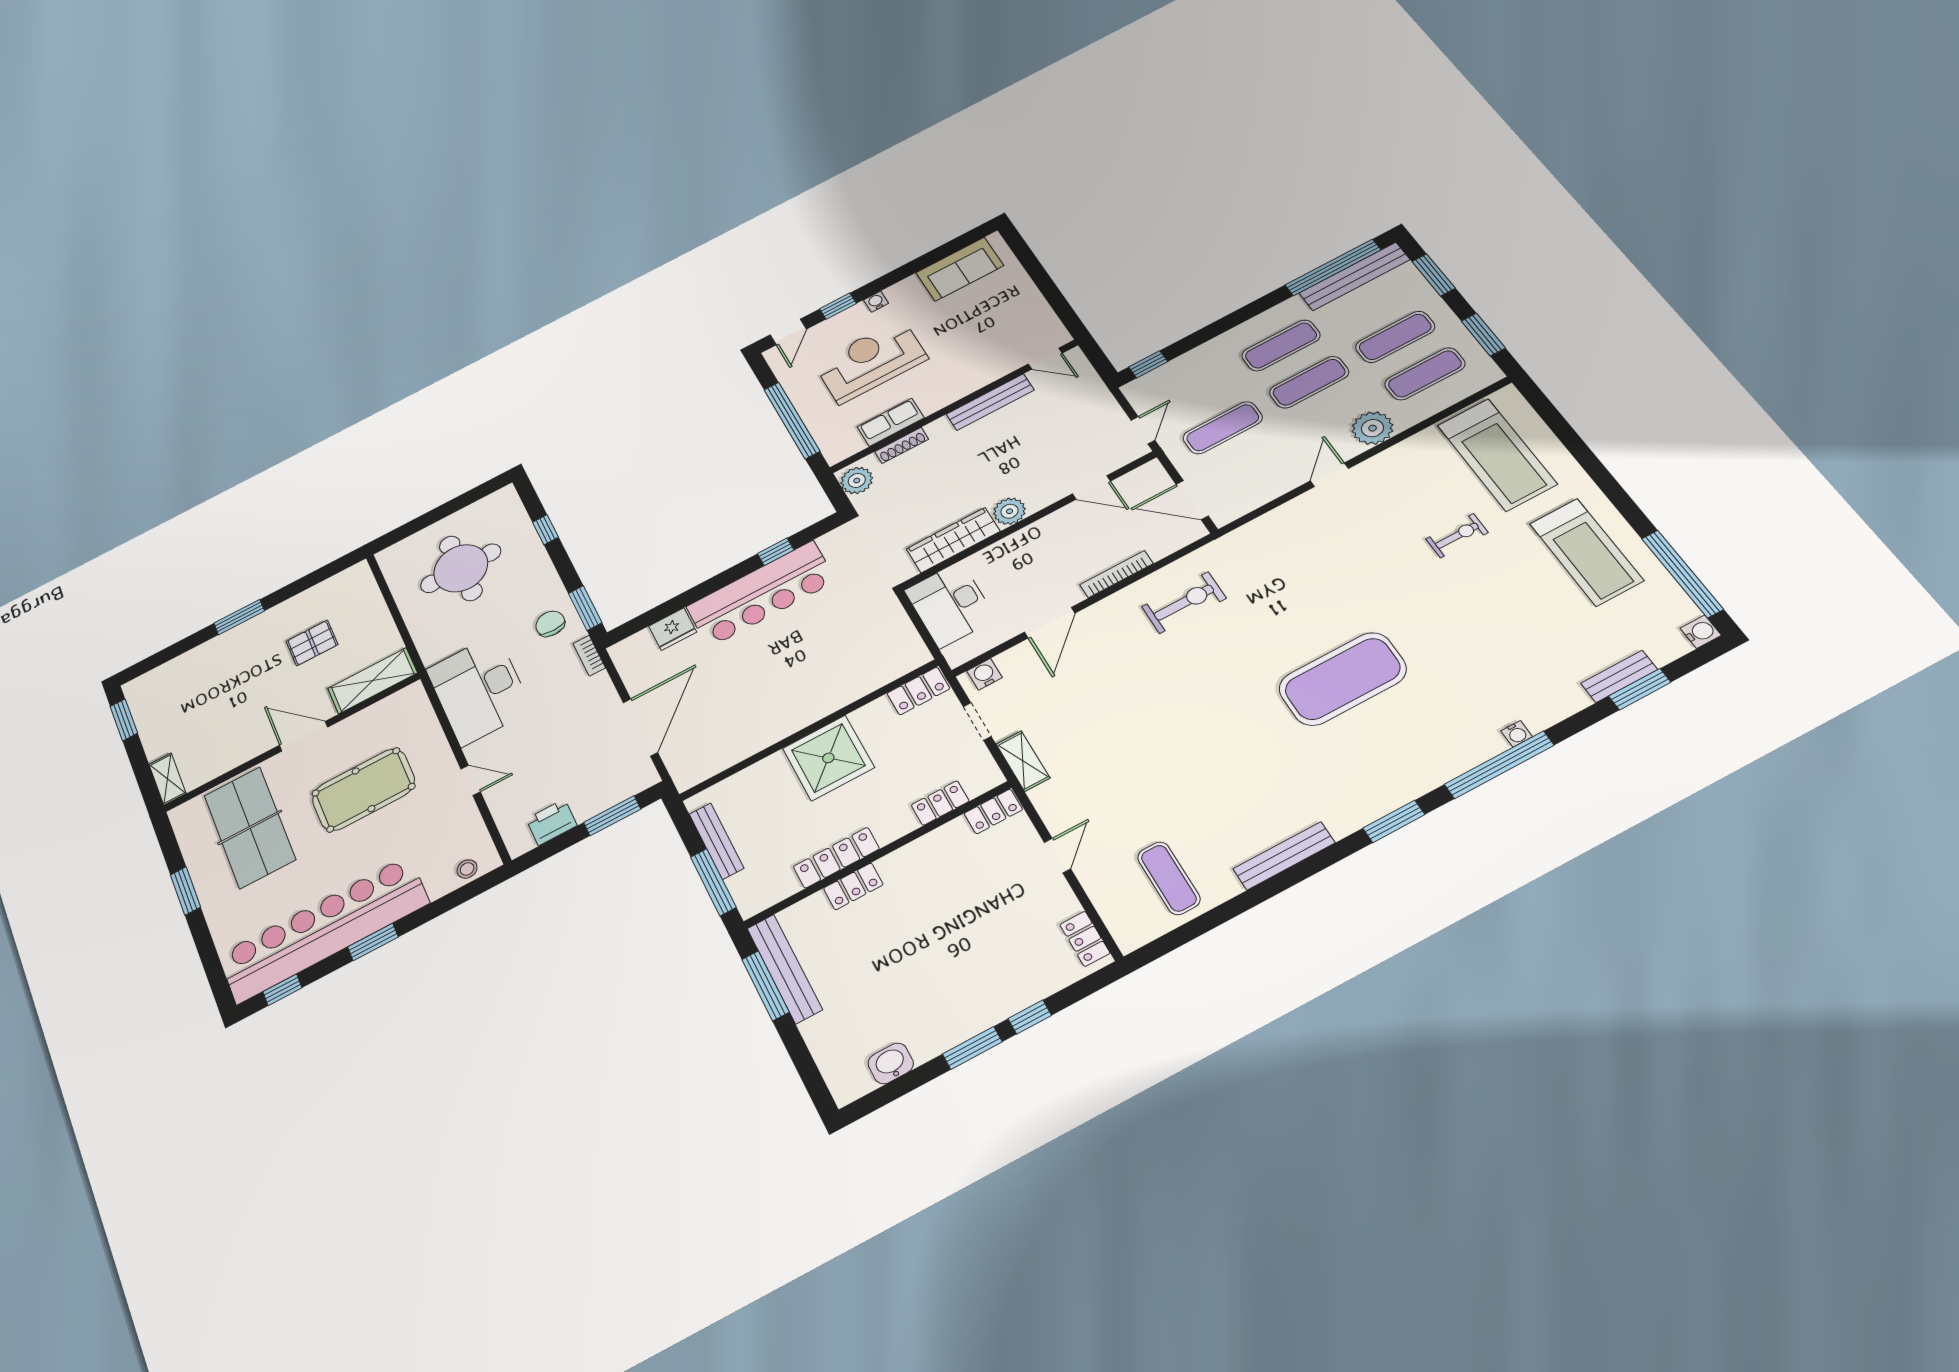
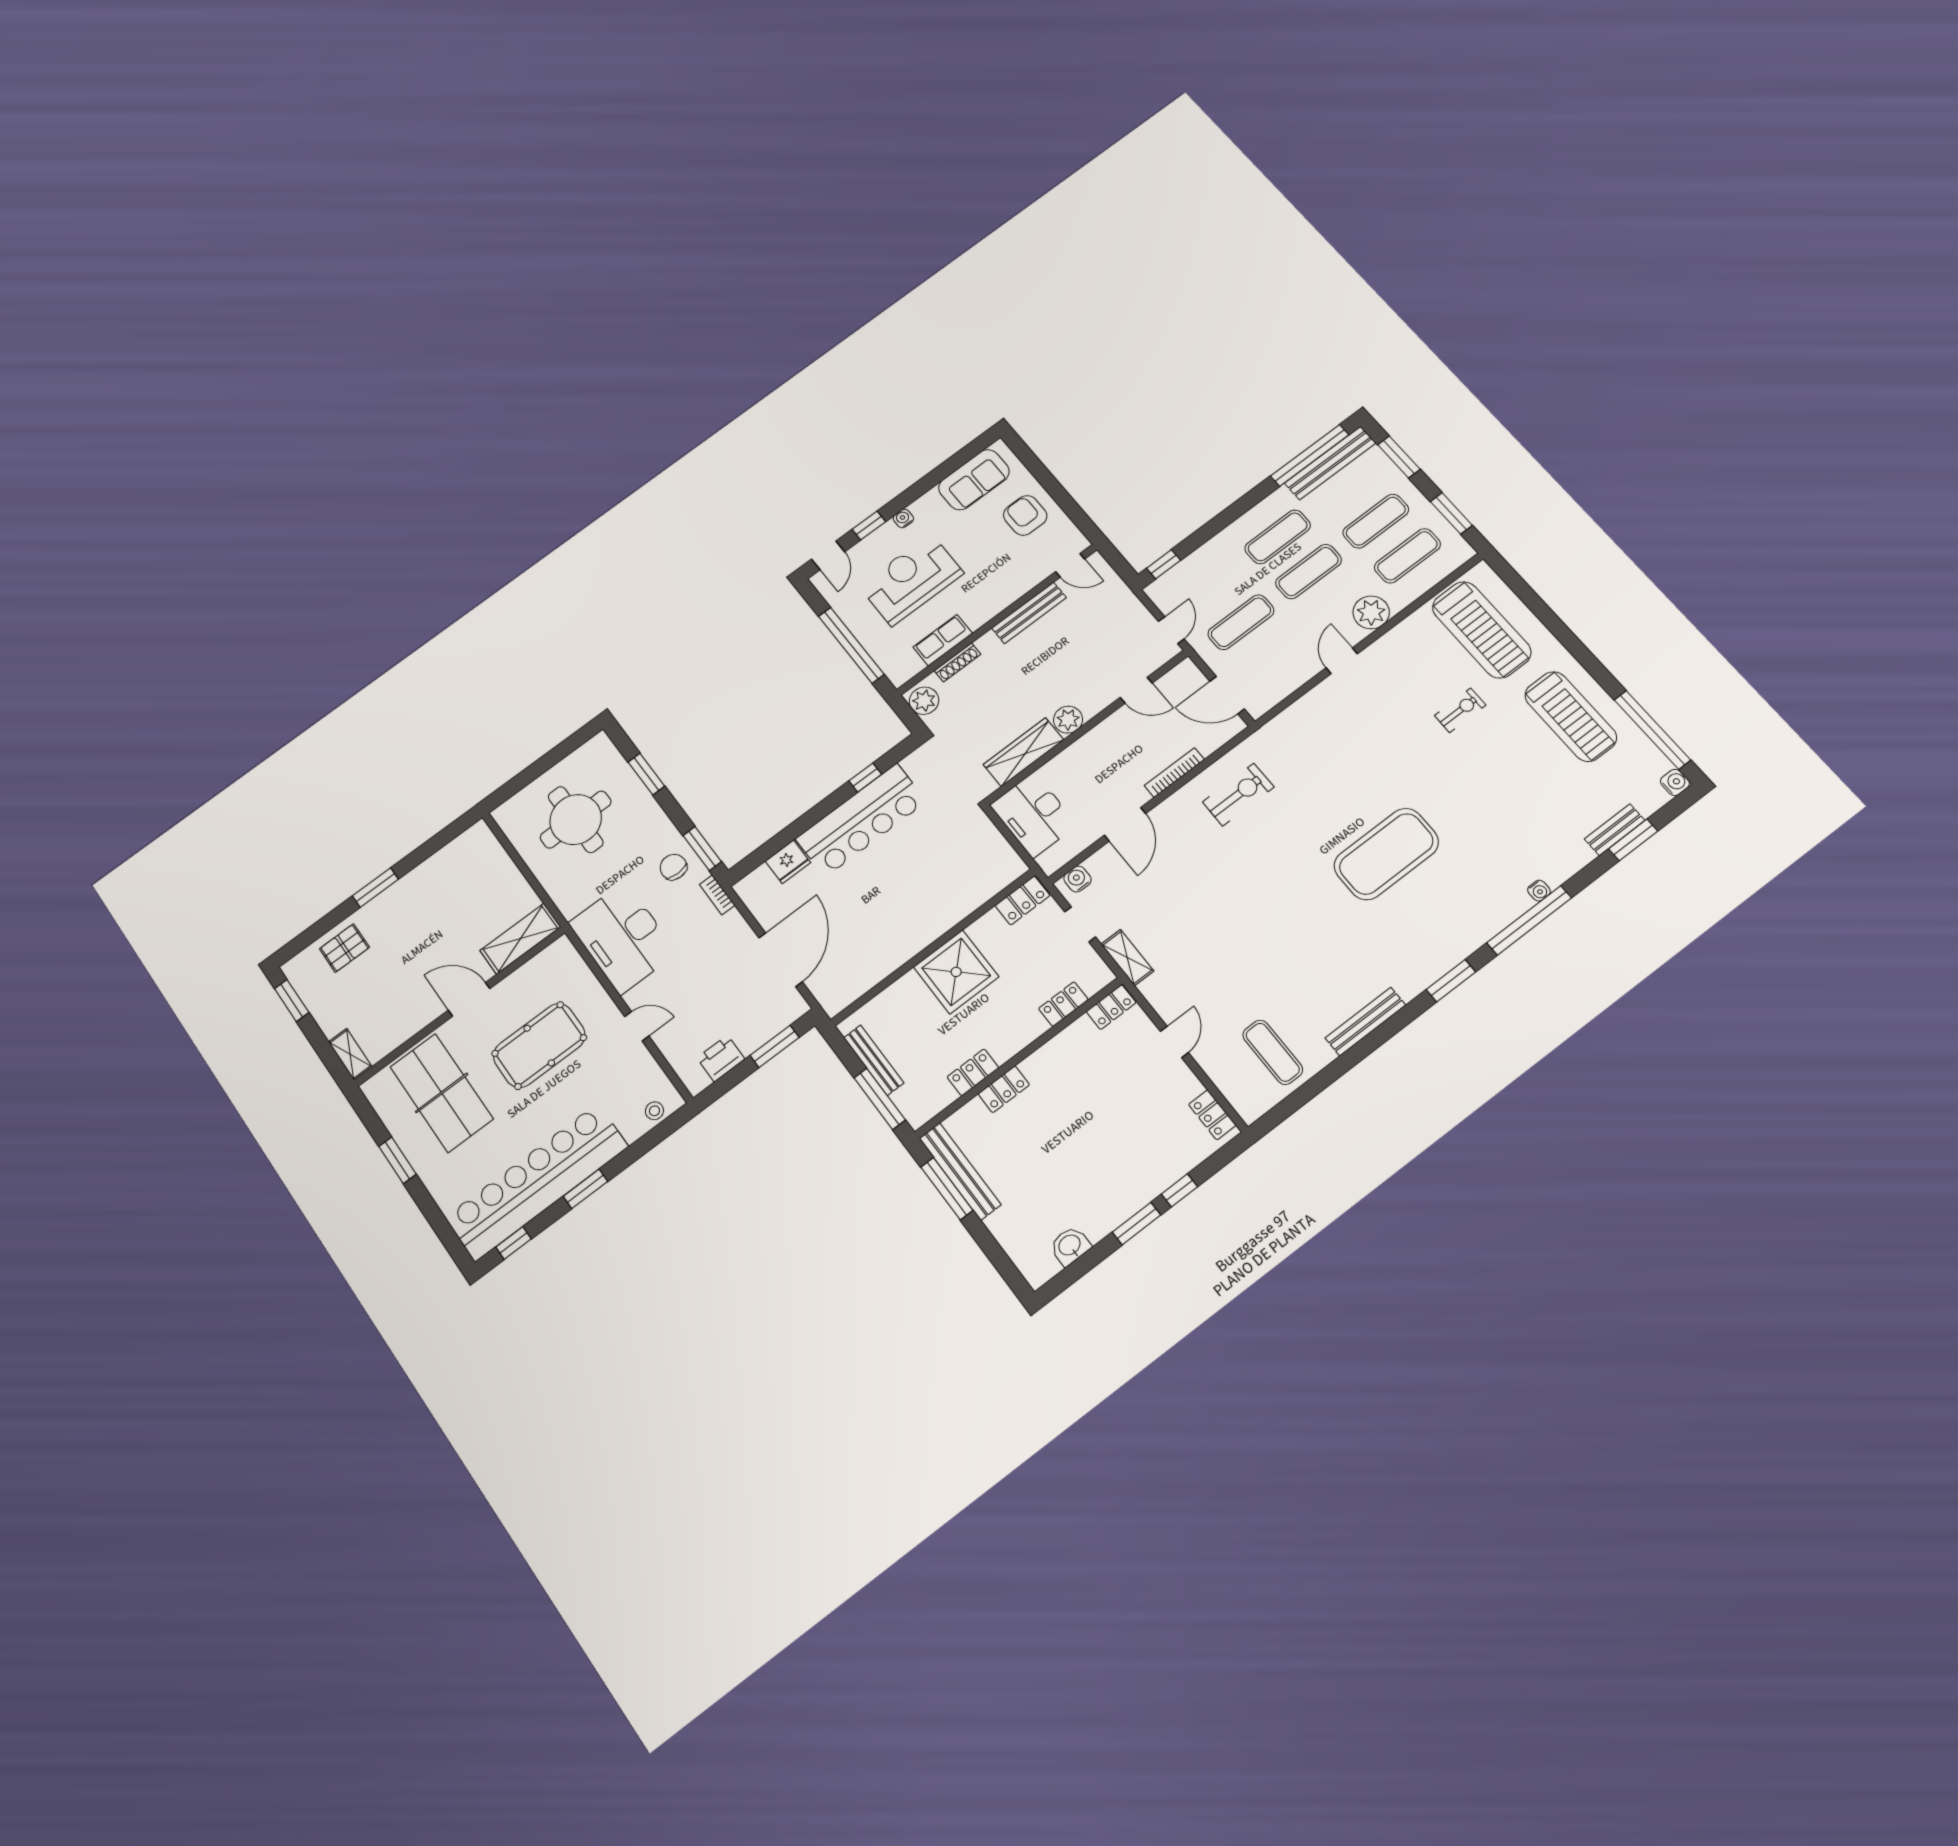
armchair: (1007, 307) -> (1025, 515), added
window: (545, 530) -> (646, 774), width x1.50
pallet: (312, 643) -> (344, 948), moved
locker: (836, 858) -> (973, 1072), width x0.66

